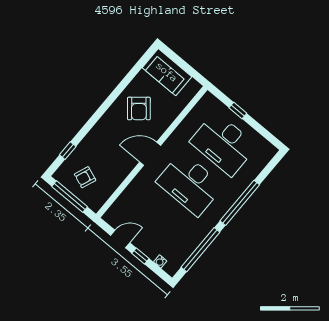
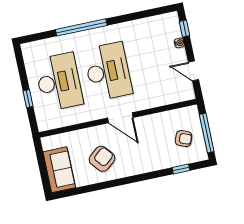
window: (200, 250) -> (139, 15), removed
window: (140, 256) -> (184, 28), moved
water cooler: (160, 261) -> (179, 43), moved

